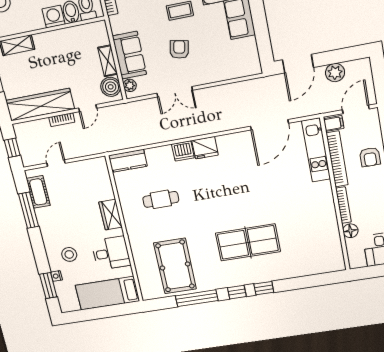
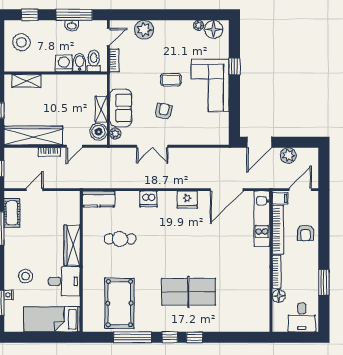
fridge: (205, 148) -> (187, 200), moved
wardrobe: (110, 215) -> (72, 245), width x1.50

